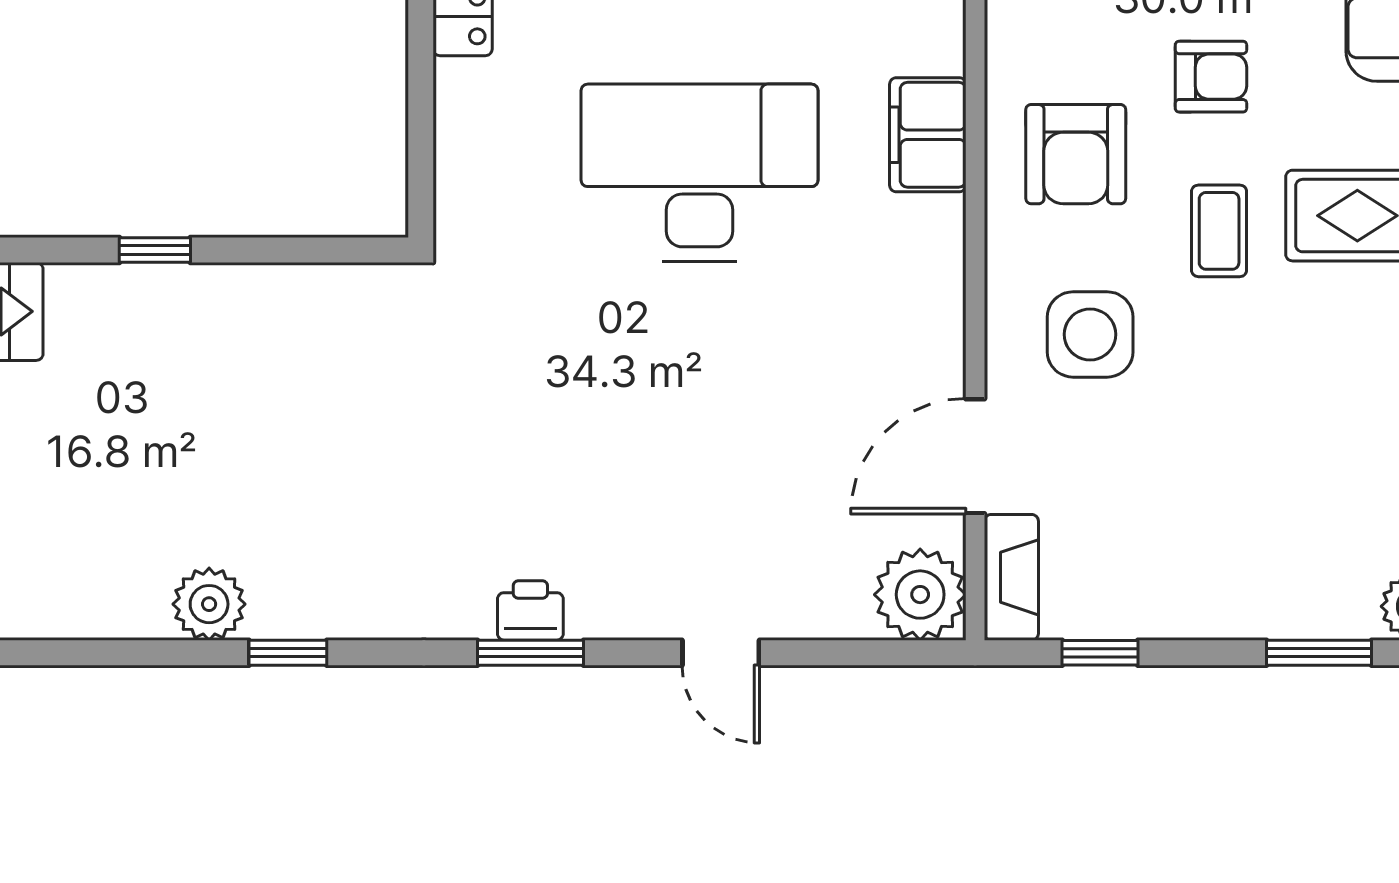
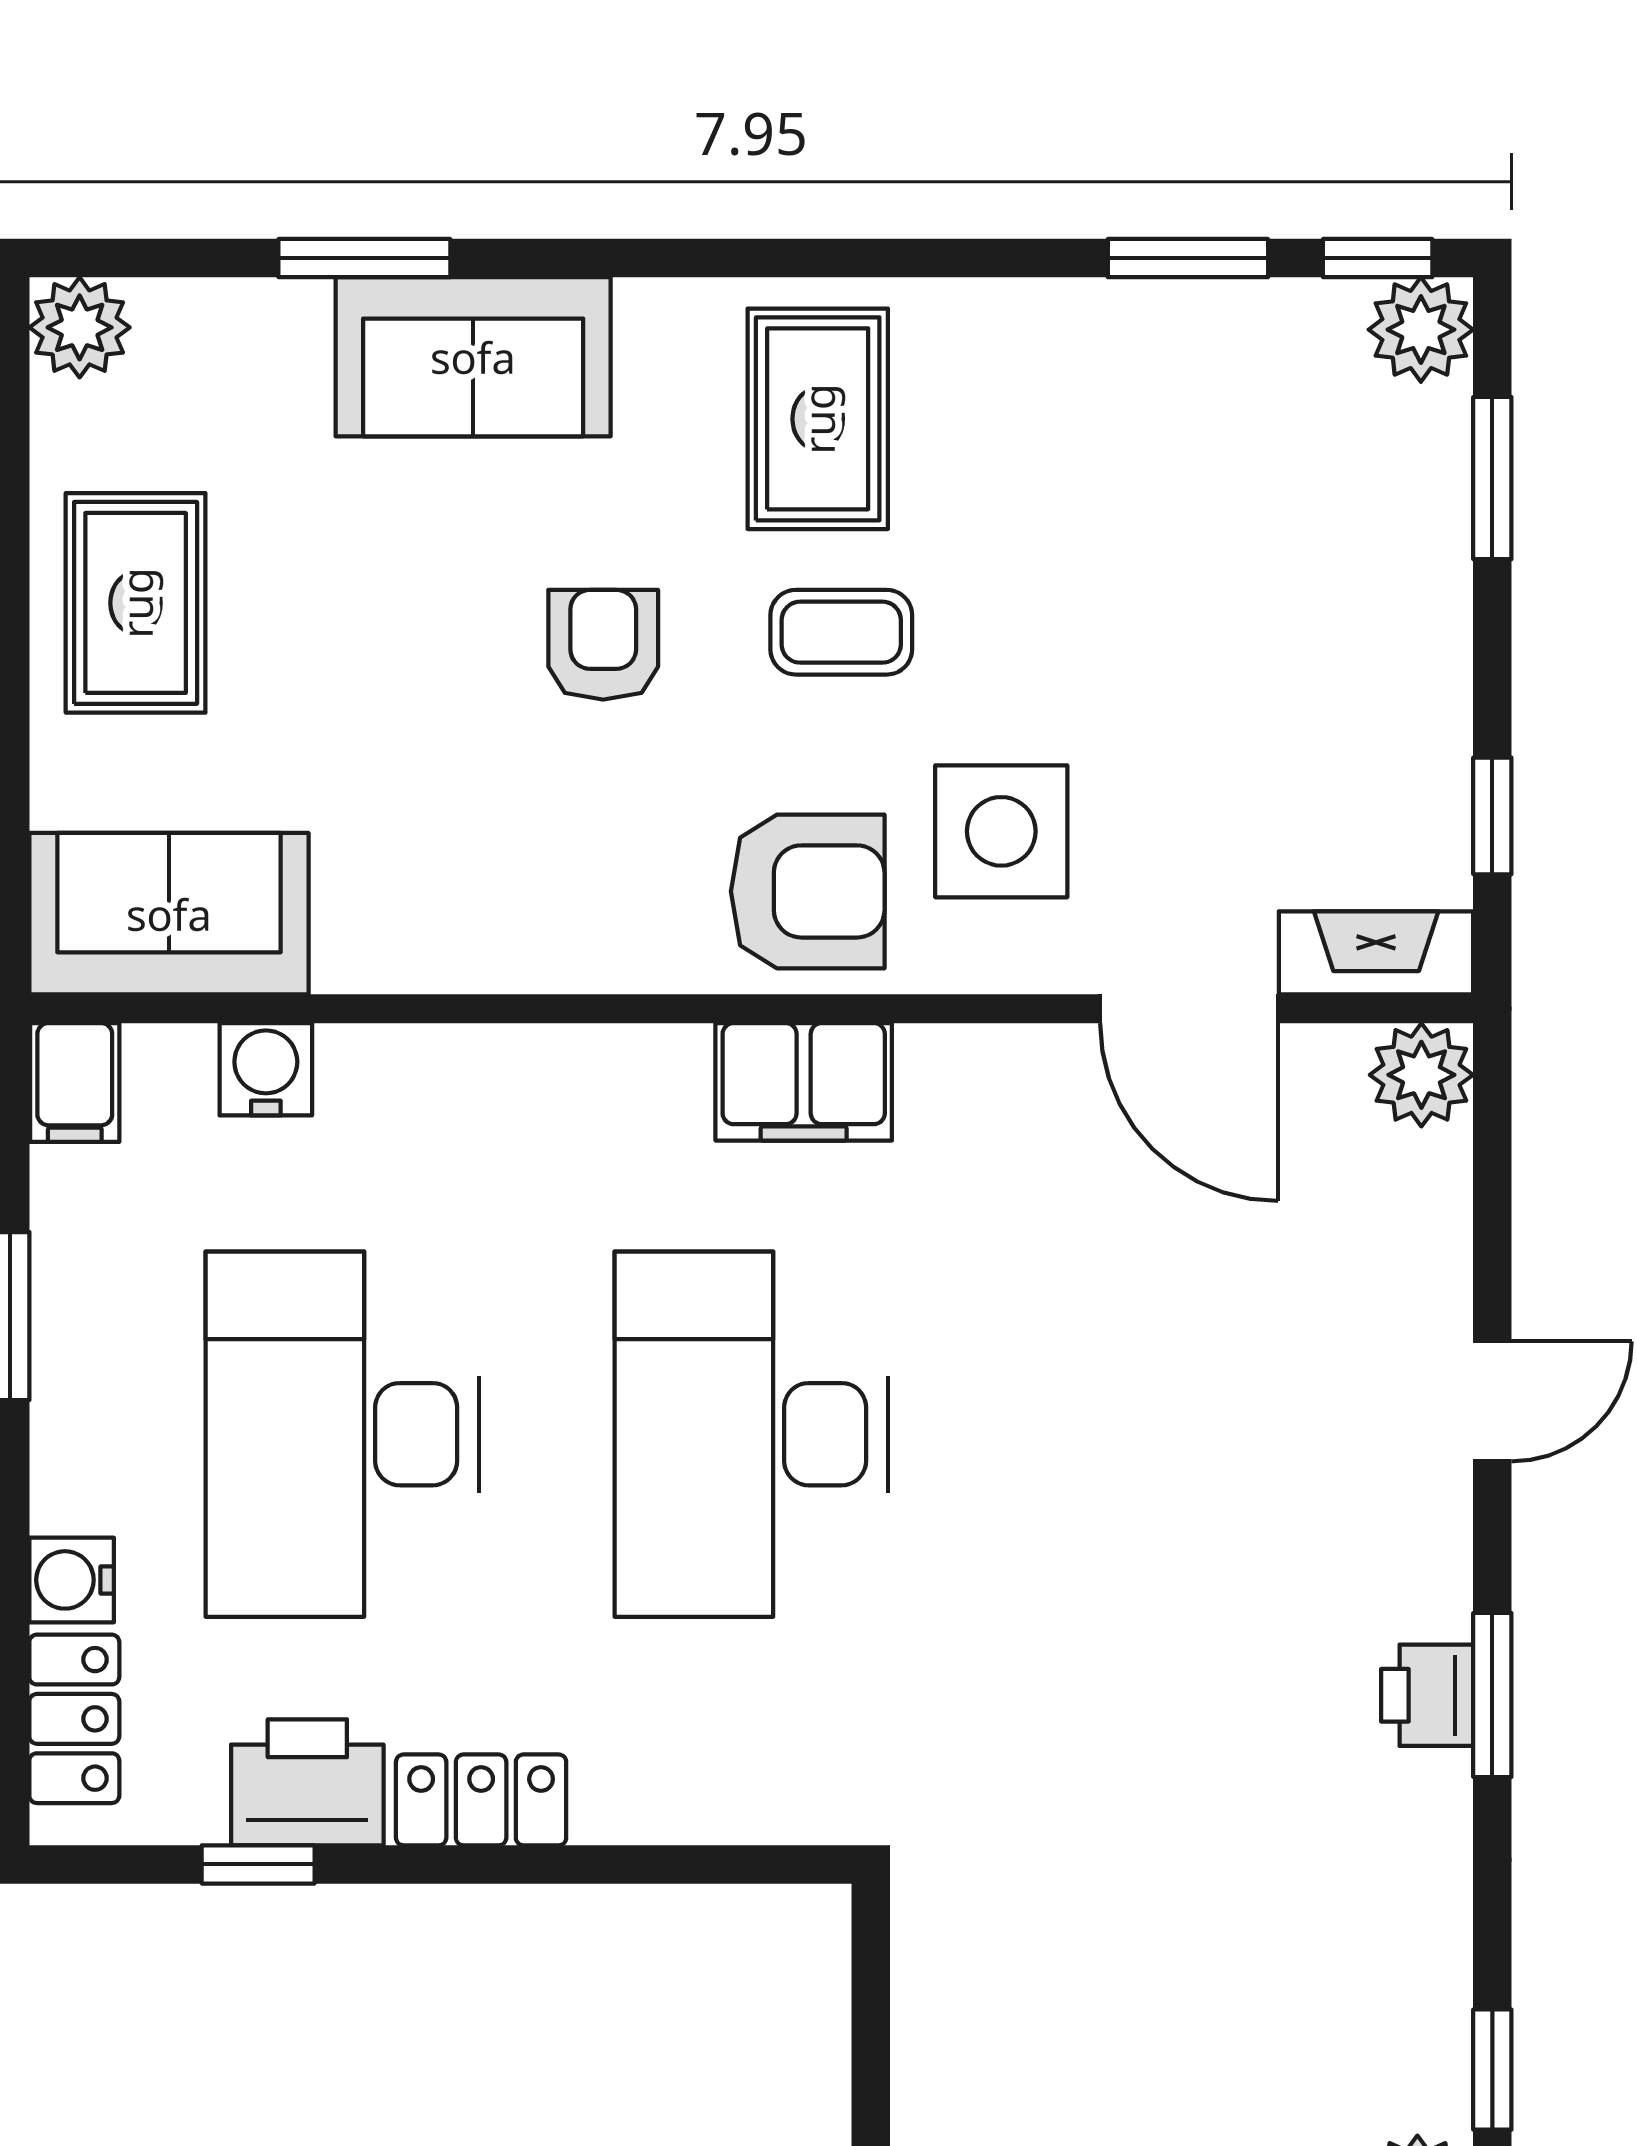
filing cabinet: (928, 135) -> (804, 1082), moved
armchair: (1076, 154) -> (808, 891), moved
plant: (920, 595) -> (1421, 1075), width x0.73, depth x0.73

